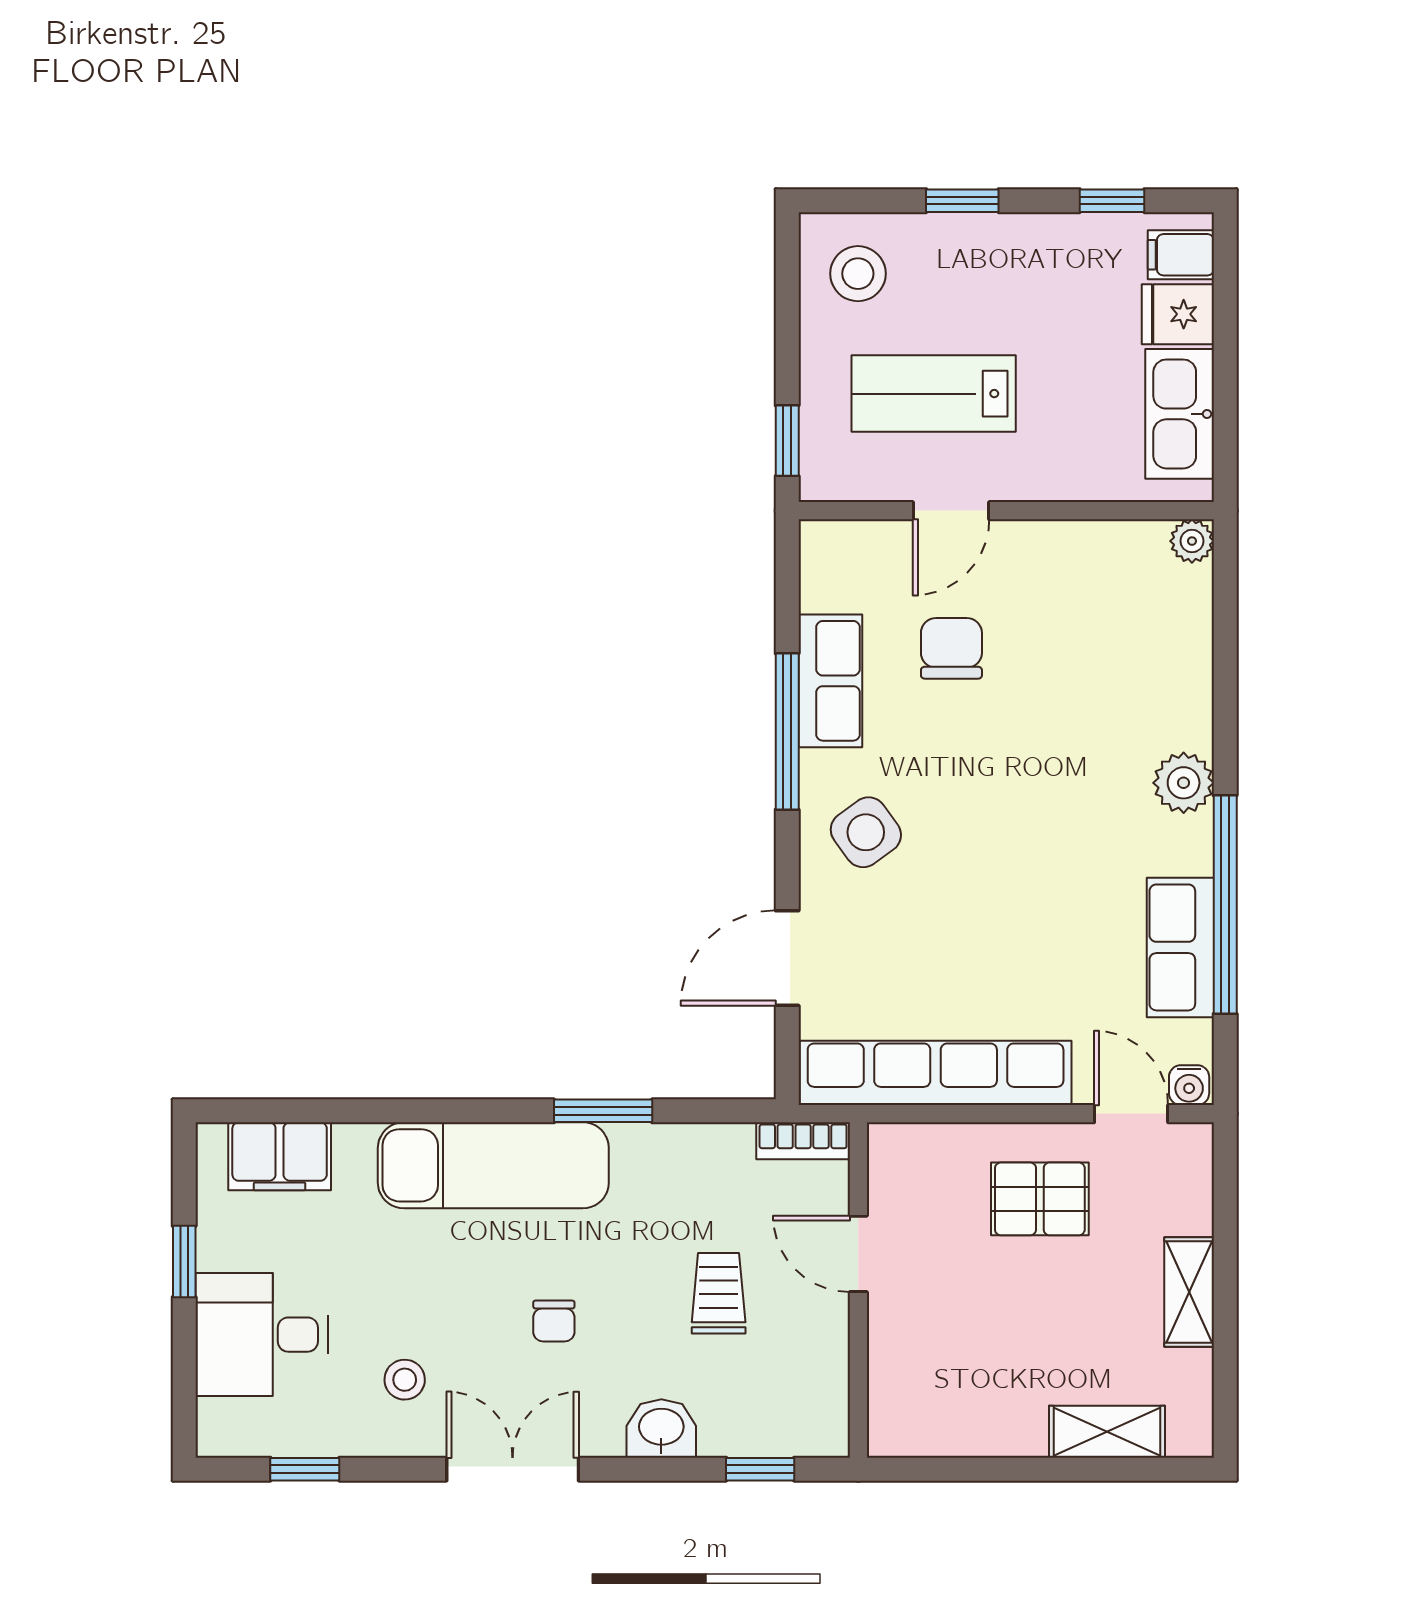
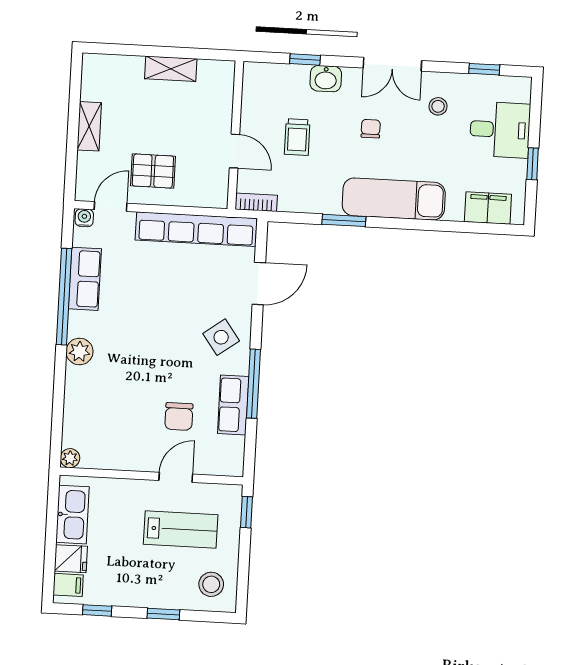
door: (1131, 1114) -> (111, 207), swing flipped
shelving: (1107, 1432) -> (171, 69), moved
window: (760, 1469) -> (305, 59), moved

